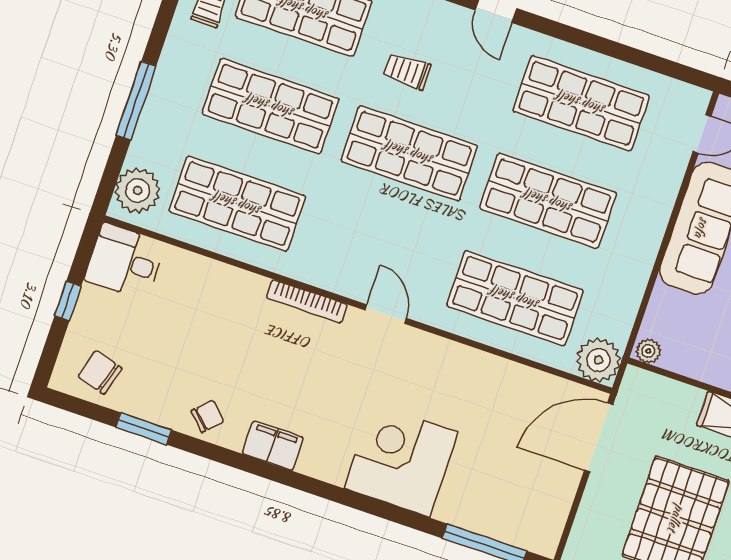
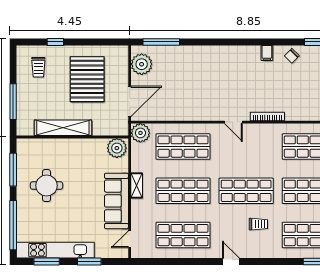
shelving: (646, 247) -> (137, 185), added
plant: (648, 351) -> (117, 148), width x1.88, depth x1.88
filing cabinet: (273, 446) -> (267, 53), width x0.50
corner desk: (401, 460) -> (207, 65), removed
plant: (544, 510) -> (142, 64), added

